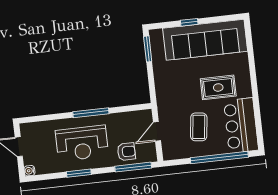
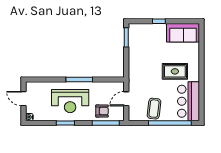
sofa: (205, 40) -> (183, 33), width x0.54, depth x0.79
coffee table: (199, 127) -> (154, 109), moved

